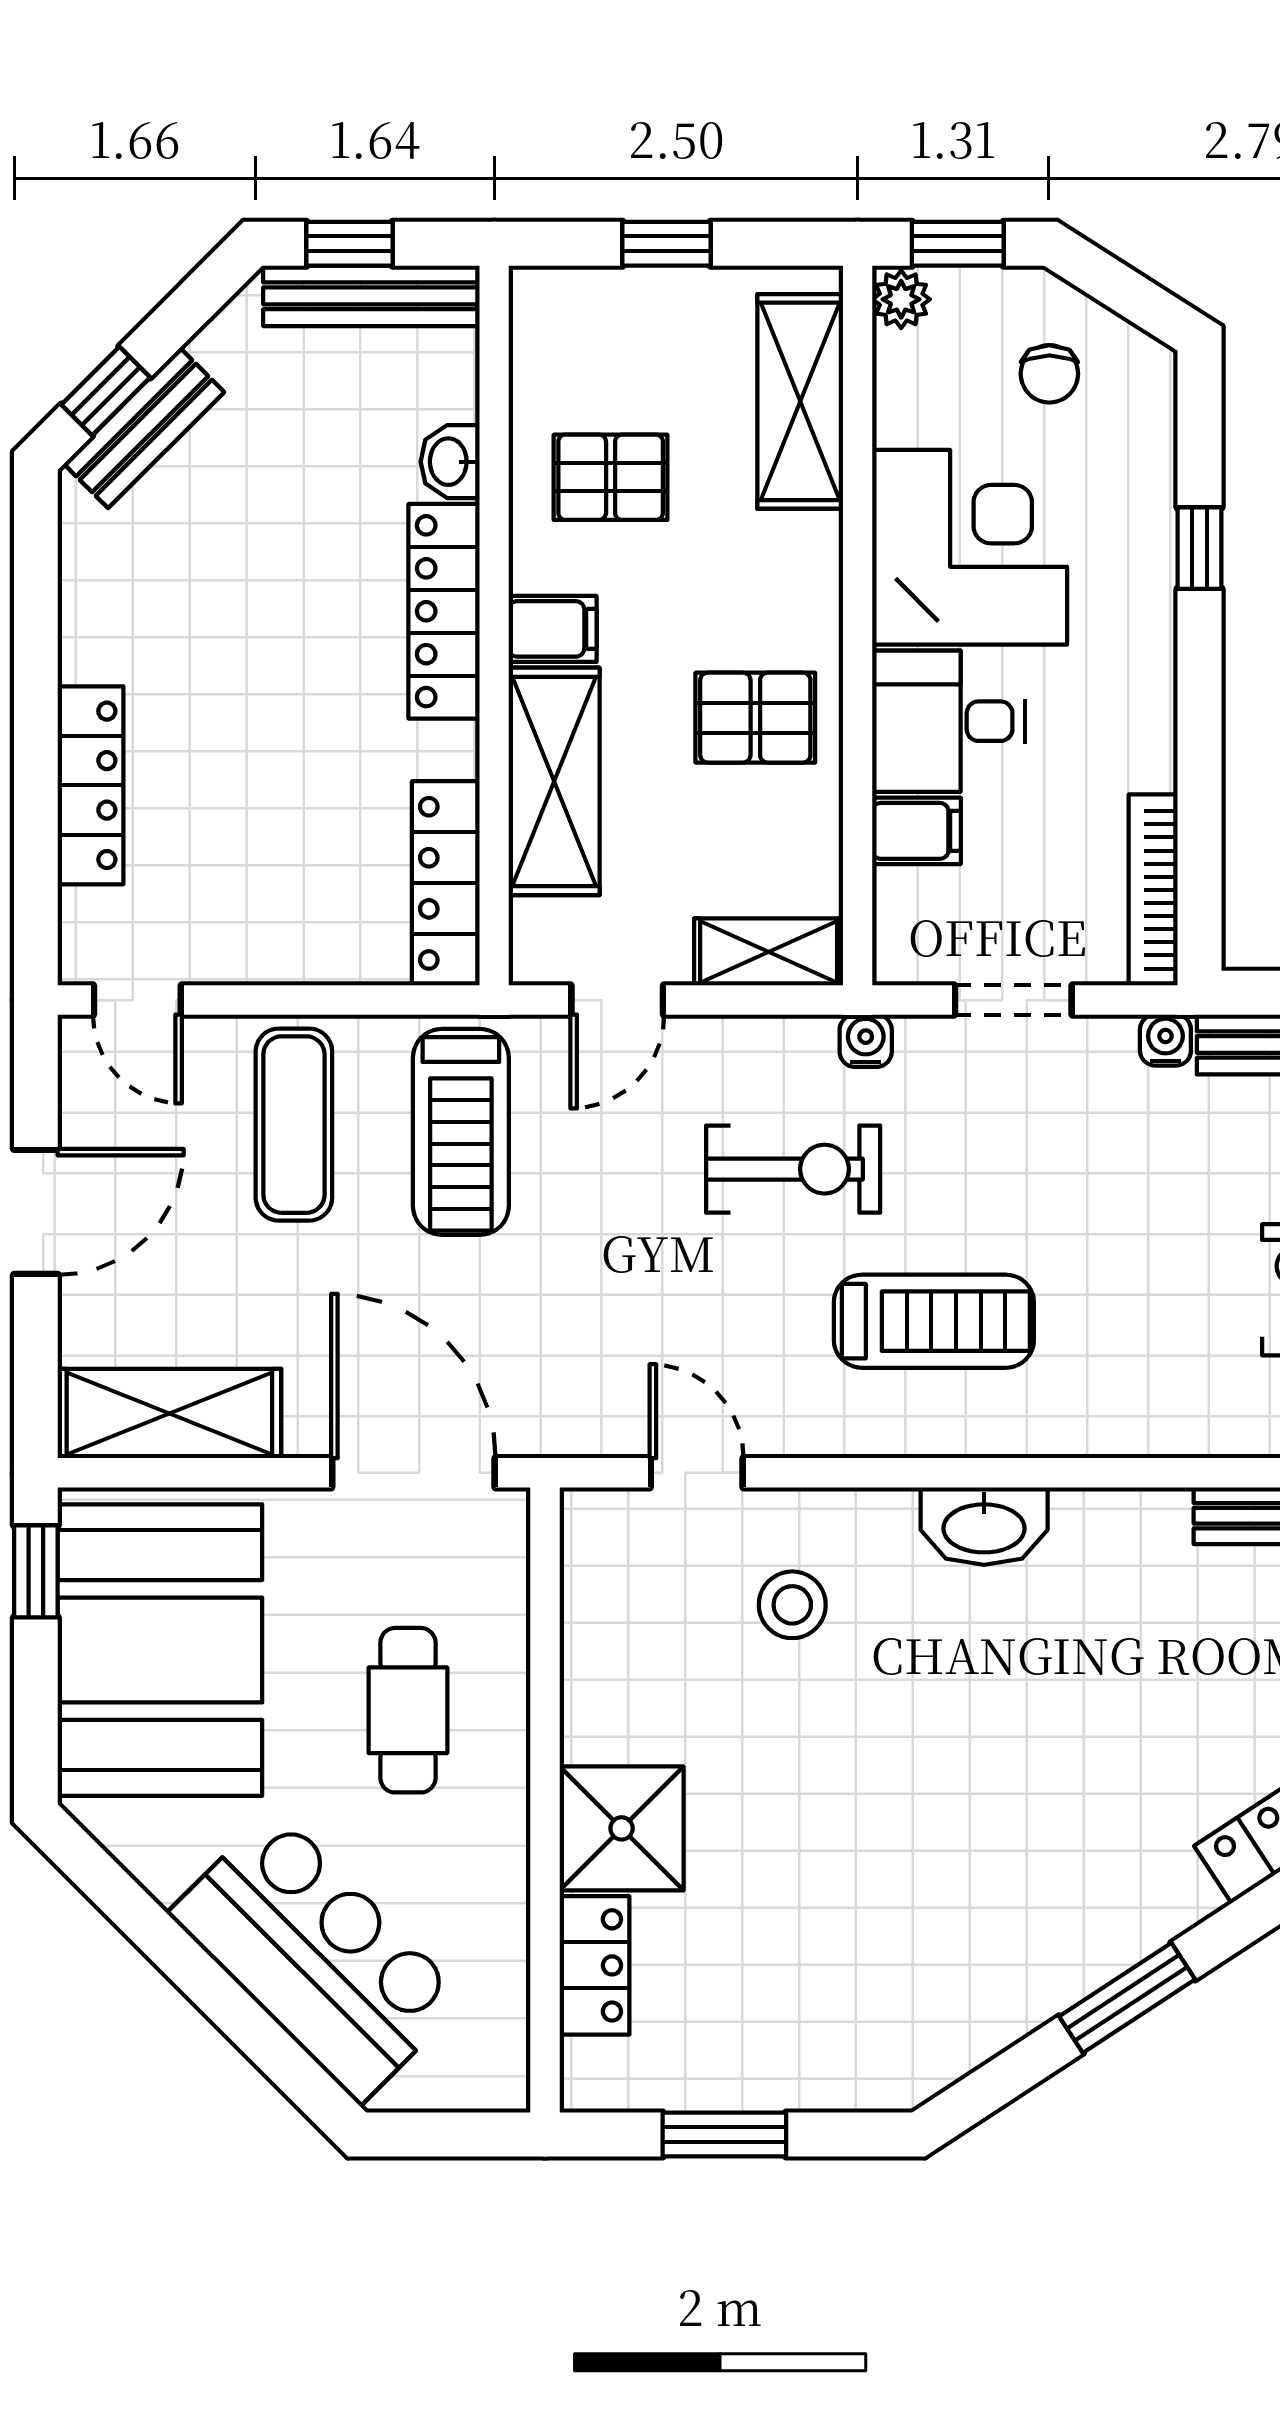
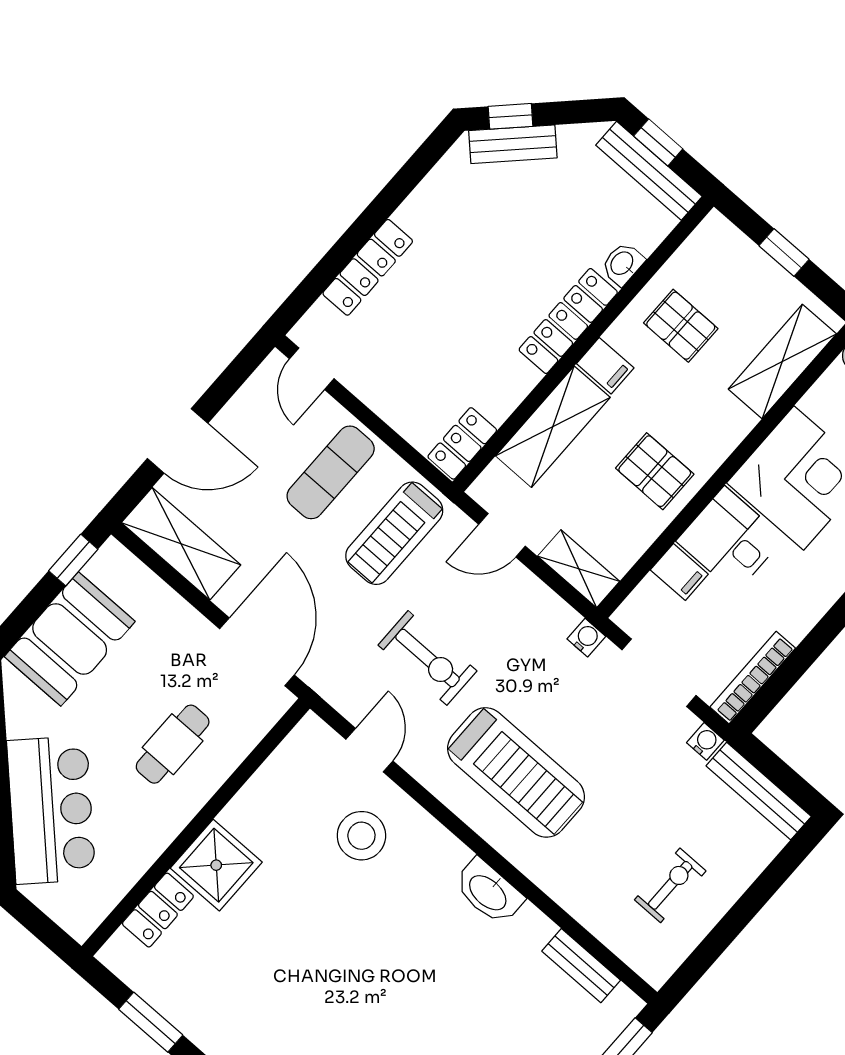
locker: (446, 883) -> (462, 443), width x0.66
doorway: (1013, 1000) -> (659, 673), width x1.38
exercise bike: (793, 1169) -> (427, 658), moved
door: (36, 1212) -> (178, 441), moved
treadmill: (934, 1321) -> (516, 772), width x1.37, depth x1.38
washbasin: (984, 1526) -> (489, 892), moved
stool: (792, 1605) -> (361, 836), width x1.38, depth x1.38
booth: (160, 1650) -> (70, 639), width x0.73, depth x0.70

